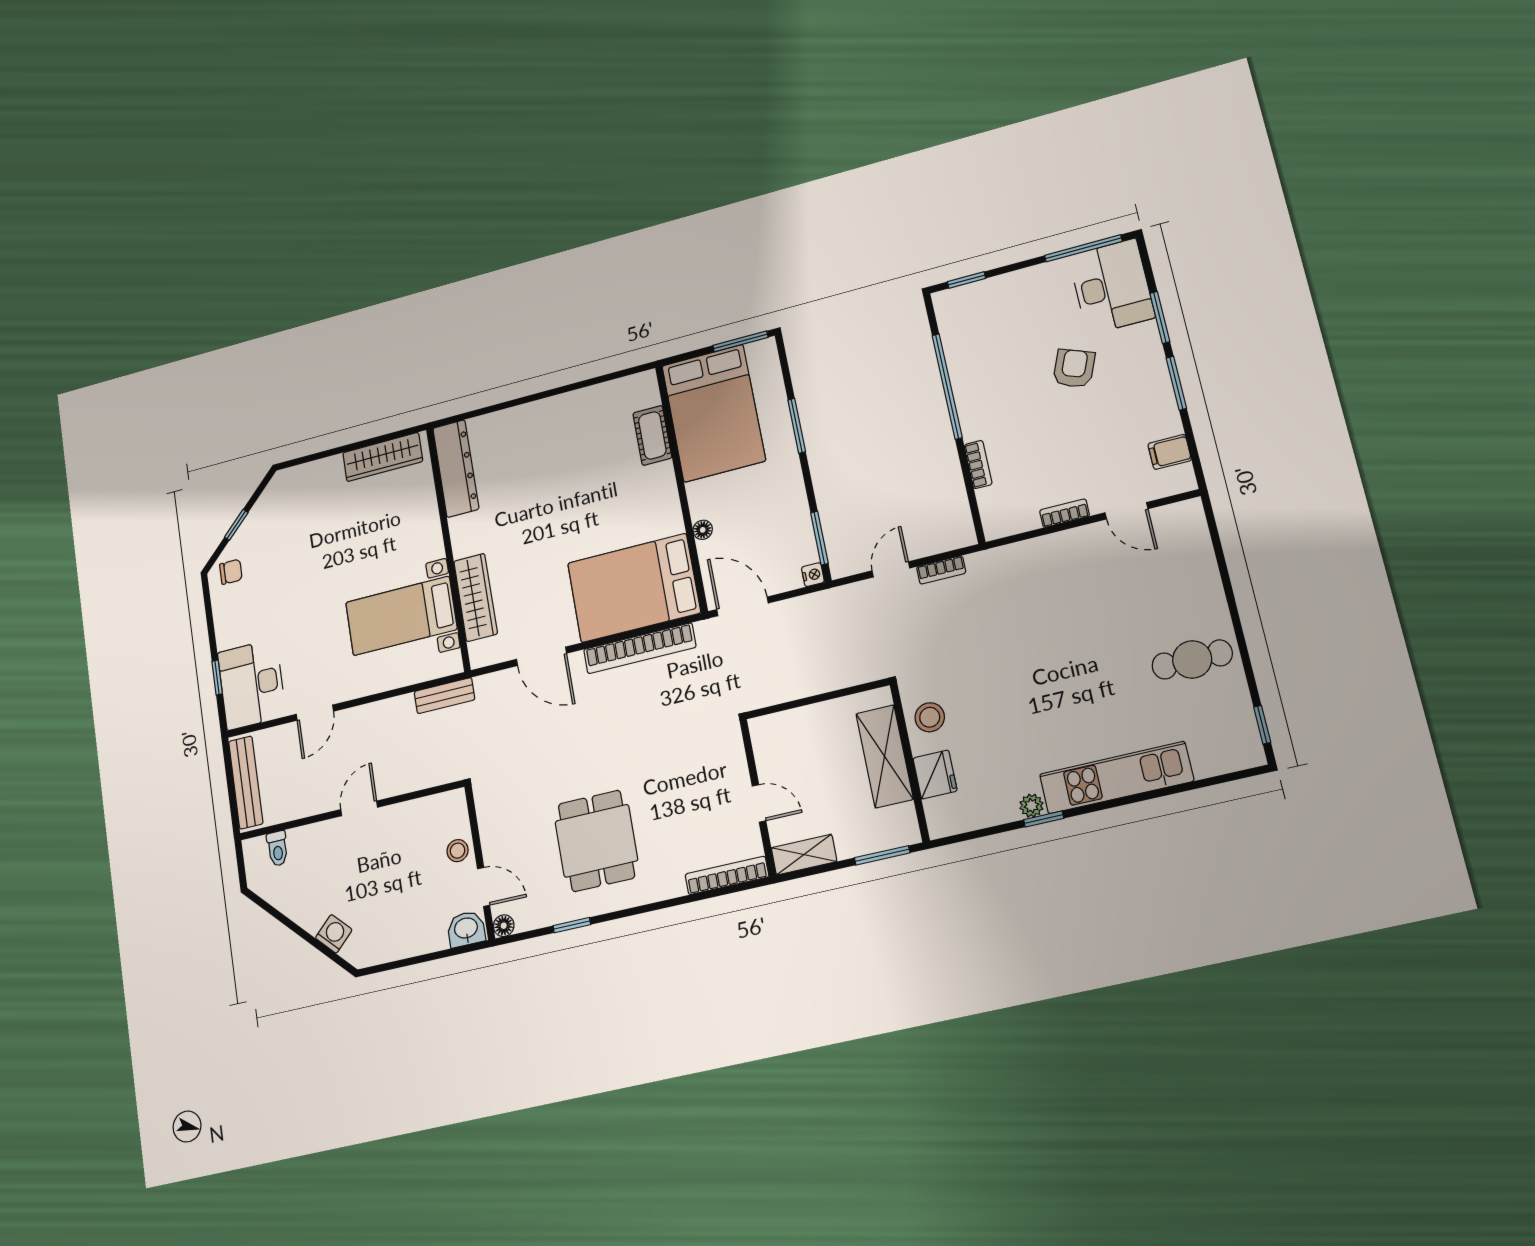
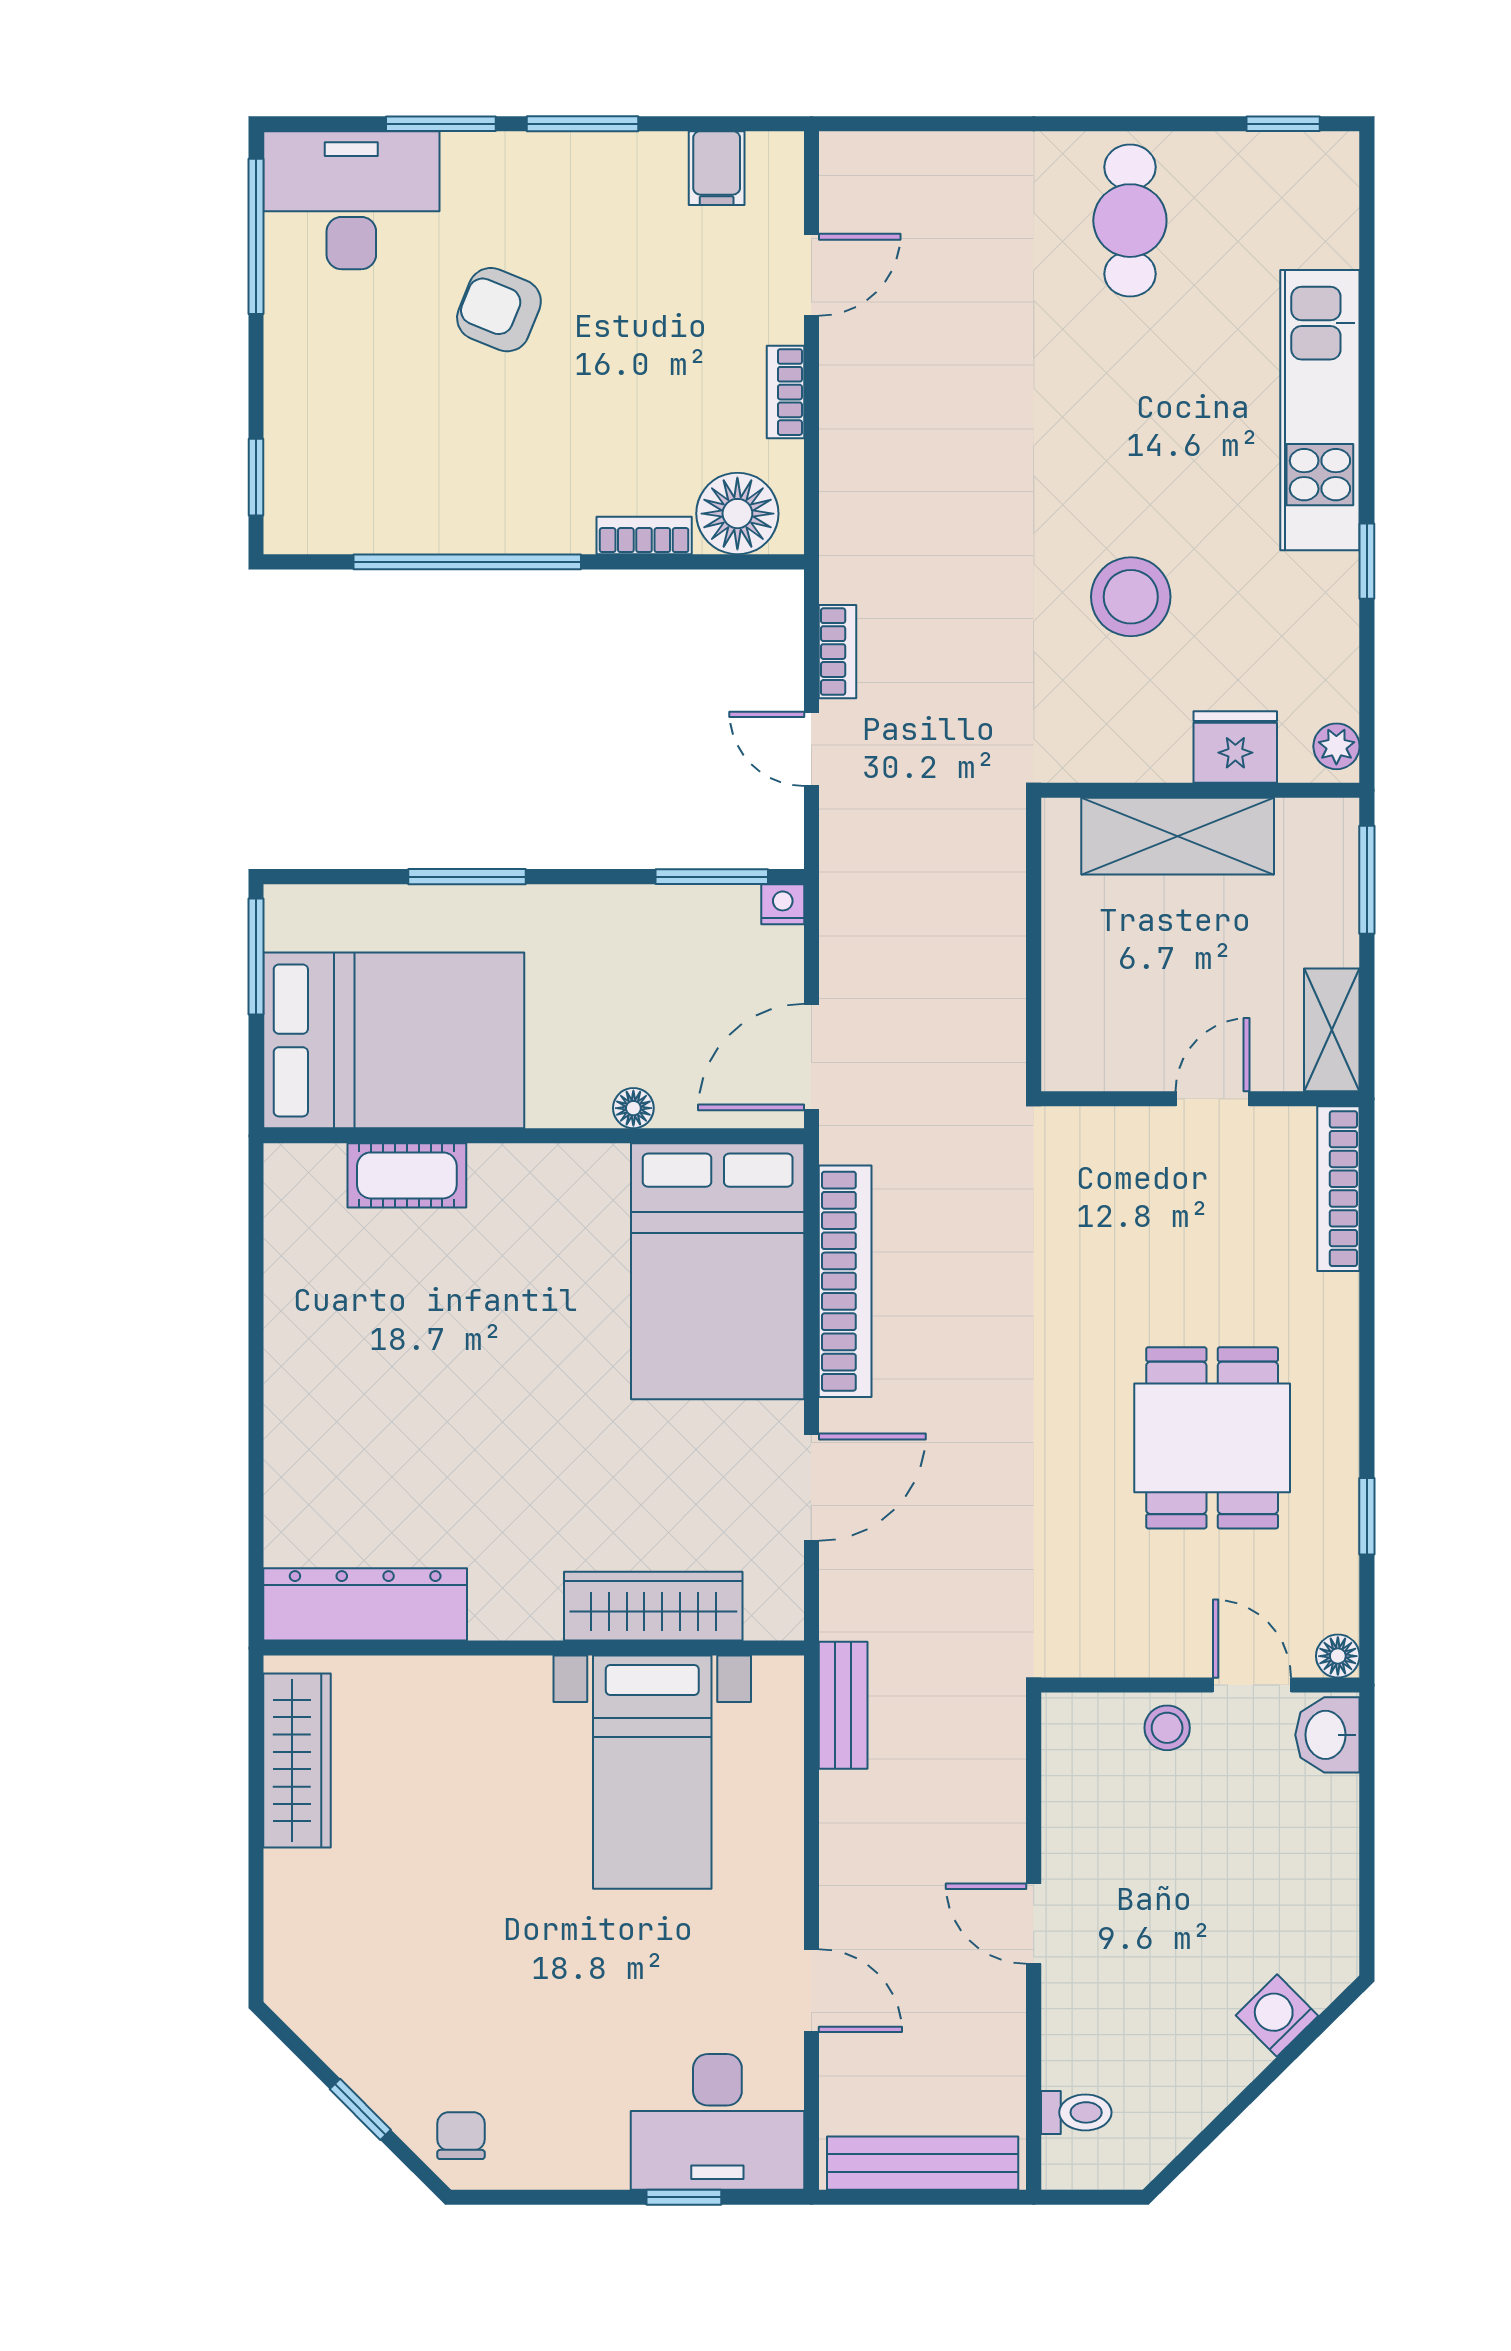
floor lamp: (999, 506) -> (737, 514), added
stool: (930, 717) -> (1131, 597), moved, width x1.38, depth x1.38
plant: (1031, 806) -> (1336, 746), moved
dining table: (596, 841) -> (1212, 1438), turned 90
door: (484, 887) -> (1252, 1685), hinge flipped

